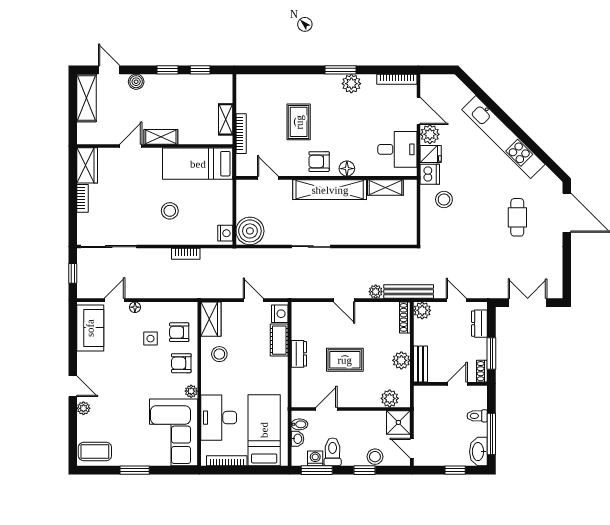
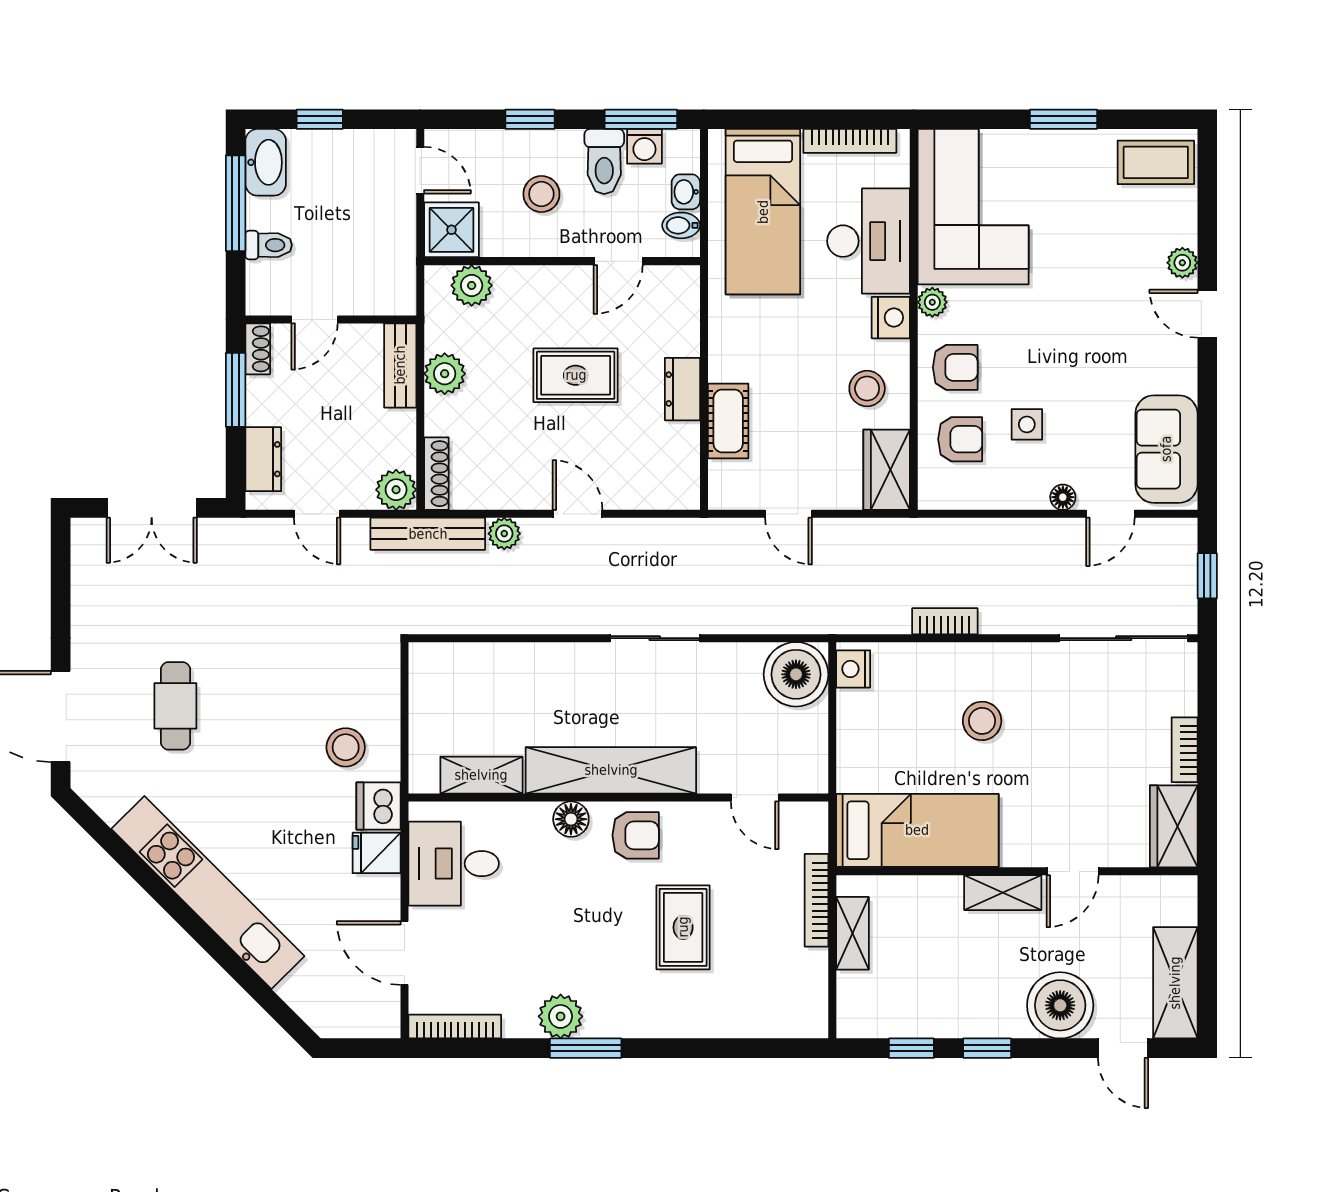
boiler: (136, 82) -> (1060, 1005), width x1.86, depth x1.86
plant: (430, 134) -> (378, 899), removed
nightstand: (280, 314) -> (891, 318), moved, turned 180
stool: (375, 457) -> (541, 194), moved

